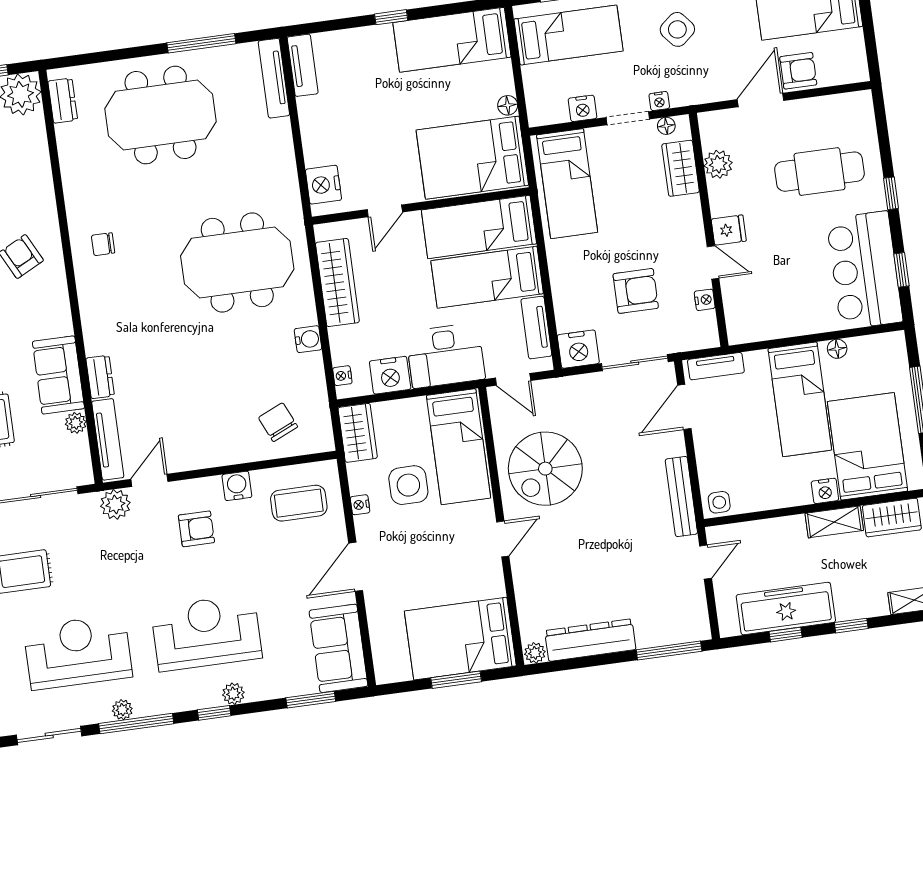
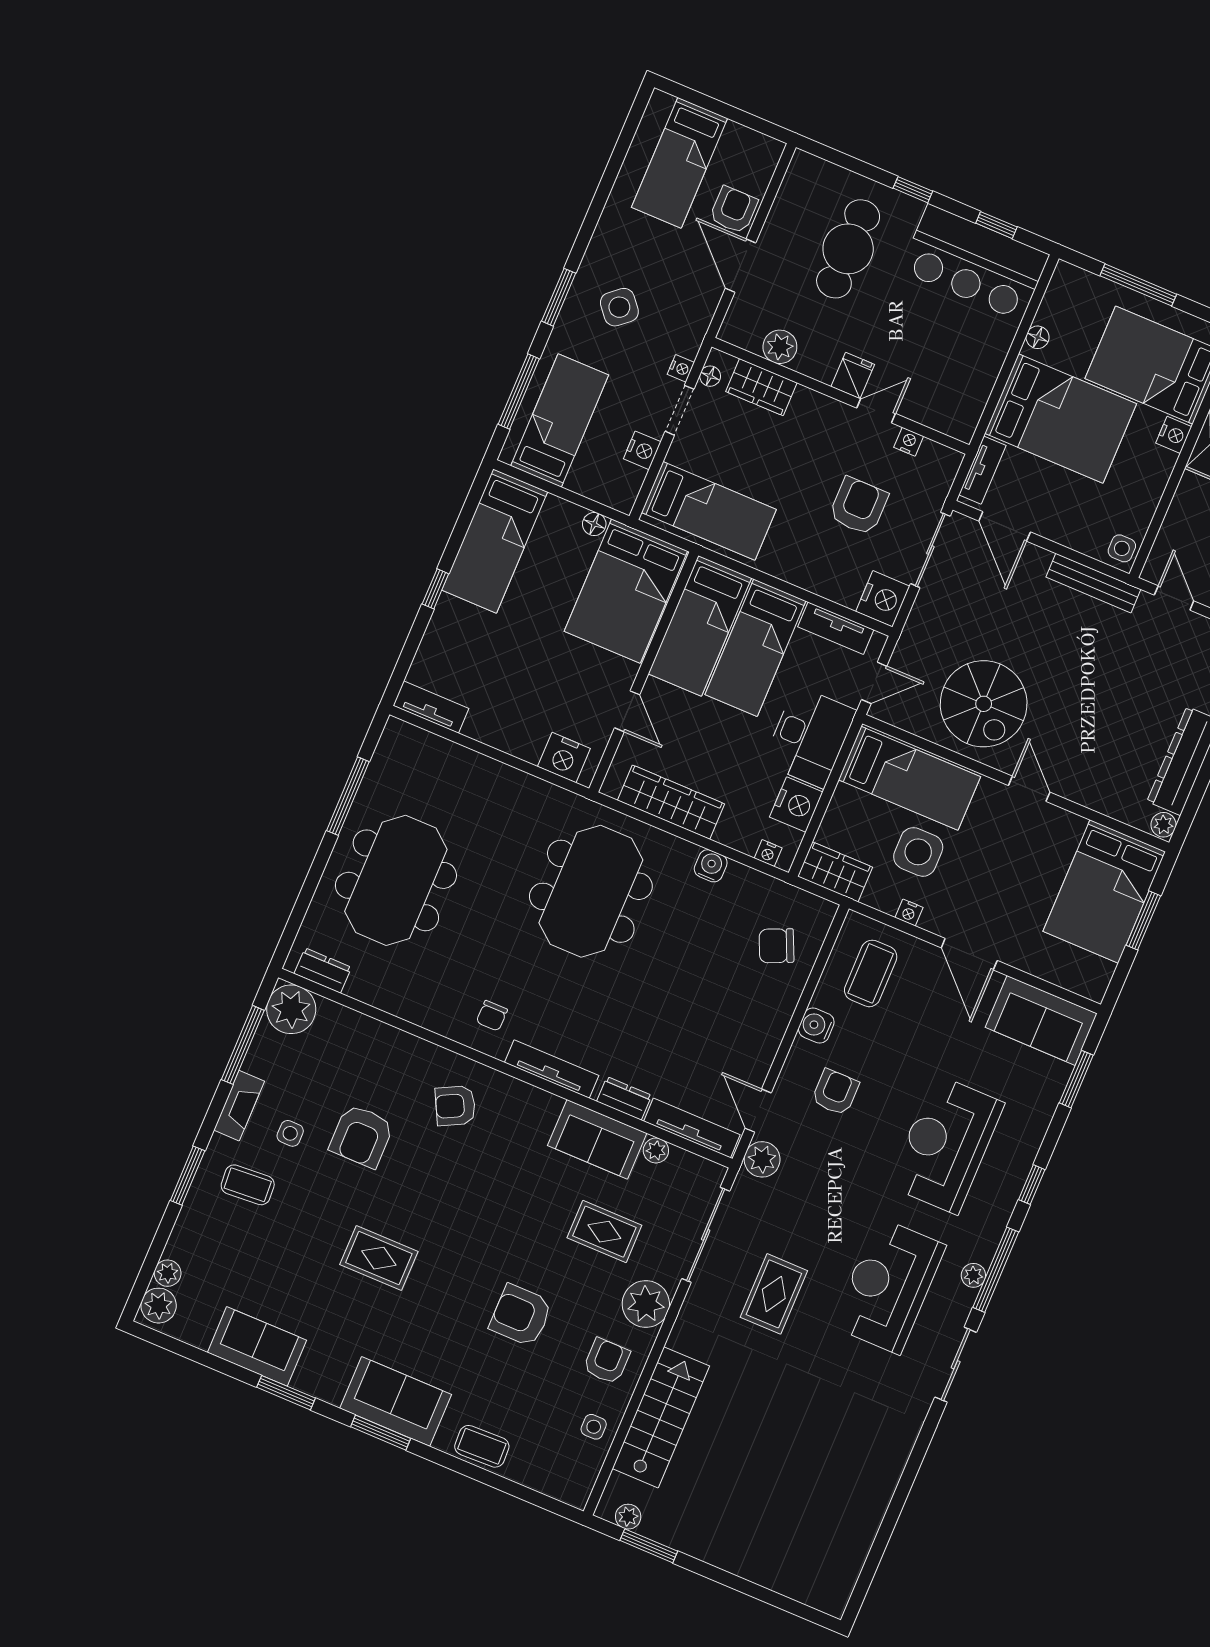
tv unit: (274, 78) -> (552, 1069), moved, turned 180
bed: (800, 399) -> (1061, 419), width x1.50
plant: (233, 694) -> (1024, 1154), removed

